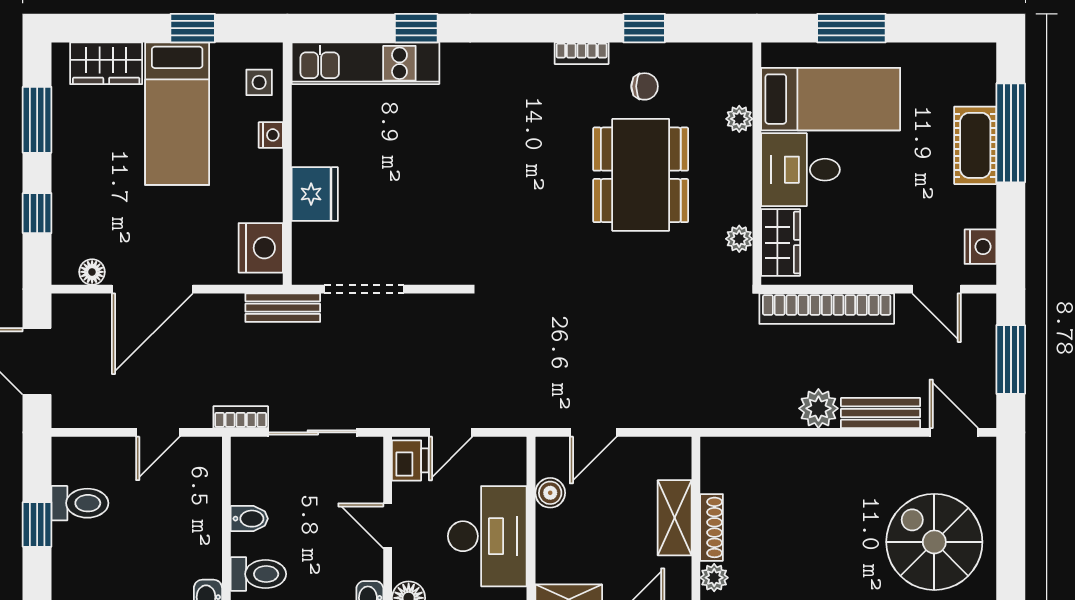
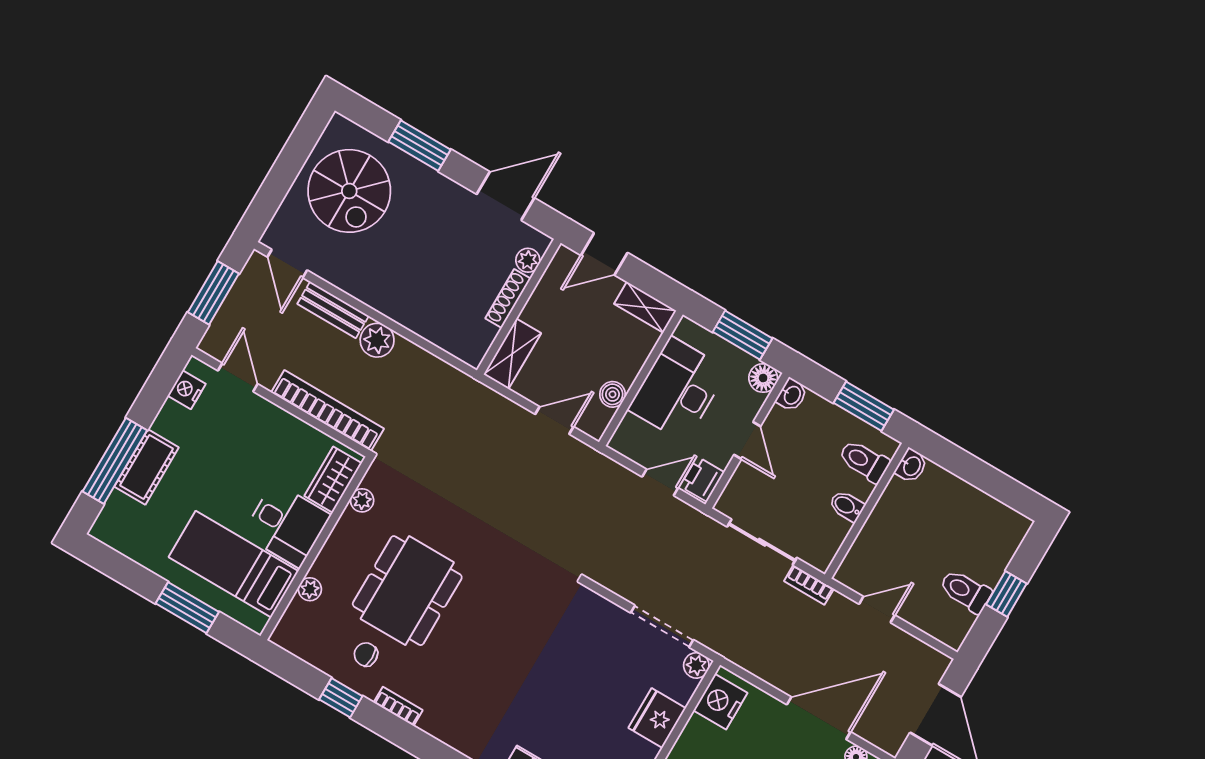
plant: (306, 270) -> (696, 665), added
bench: (283, 308) -> (730, 648), removed
shelving: (675, 518) -> (512, 354), moved

